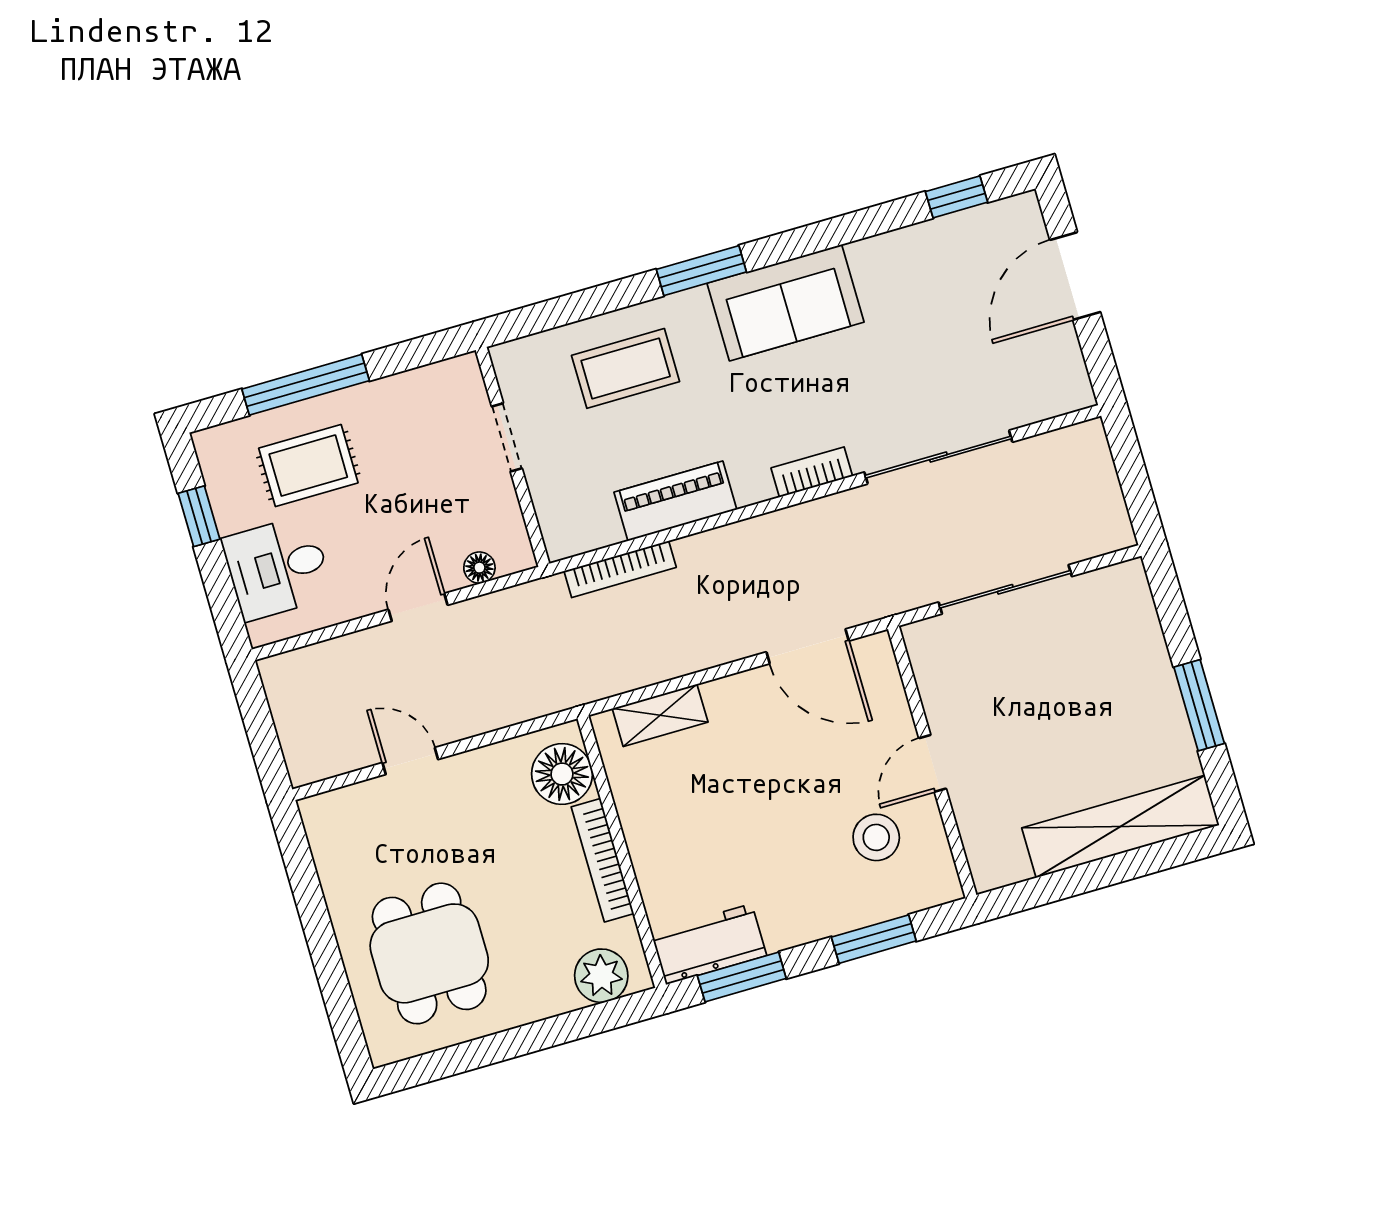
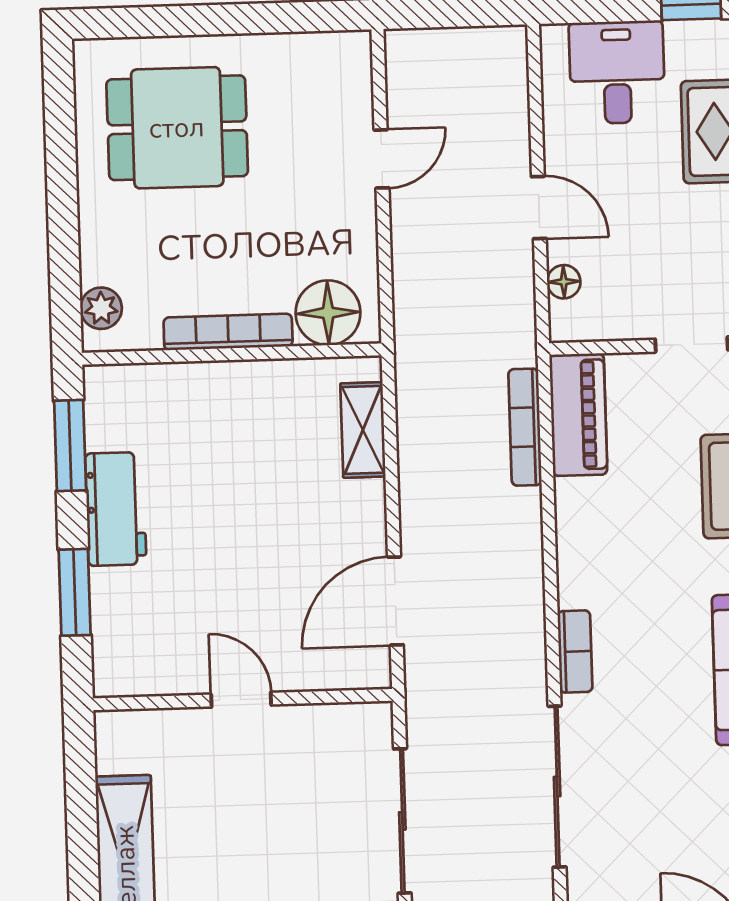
piano: (675, 501) -> (578, 415), moved
stool: (876, 837) -> (179, 622), removed
workbench: (709, 944) -> (116, 509), moved
plant: (601, 976) -> (101, 308), width x0.73, depth x0.73

